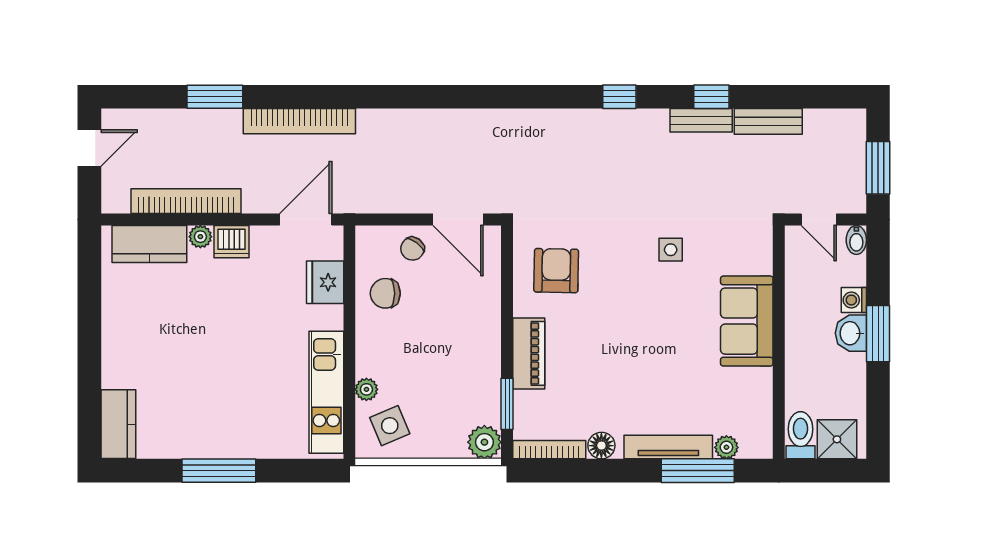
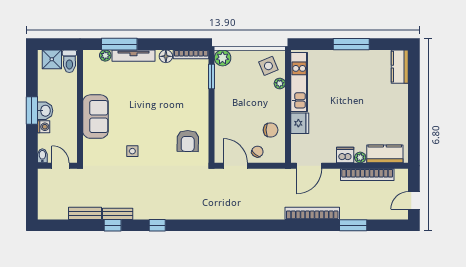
window: (878, 168) -> (32, 191), removed
fridge: (325, 282) -> (300, 123), moved
piano: (529, 353) -> (201, 101), removed

